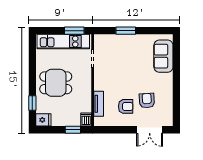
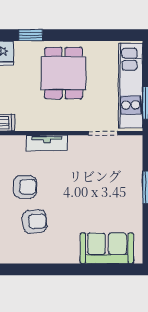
tv unit: (99, 104) -> (47, 143), moved
armchair: (126, 106) -> (25, 187), turned -90

